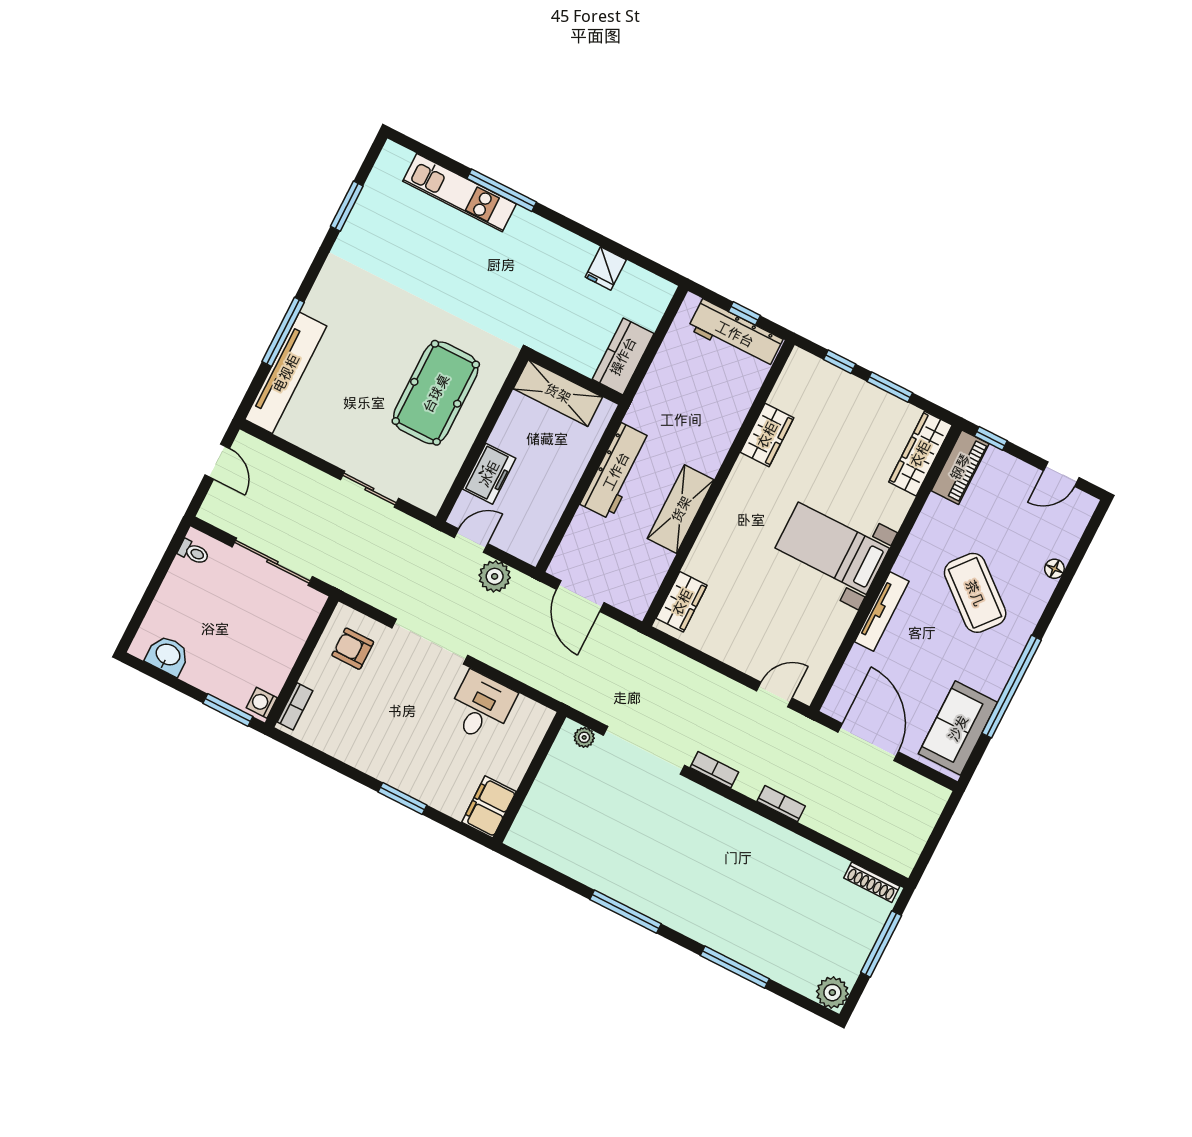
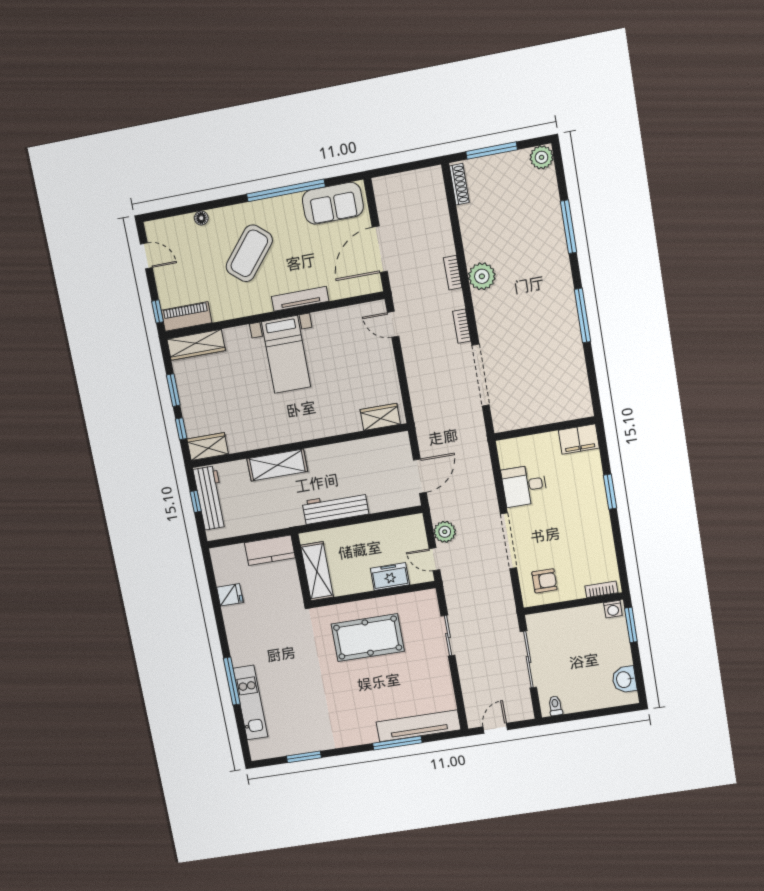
wardrobe: (767, 435) -> (208, 446), moved
shelving: (681, 509) -> (277, 465), moved
armchair: (353, 649) -> (544, 581), turned -90
plant: (584, 737) -> (482, 276), moved, width x1.87, depth x1.87

